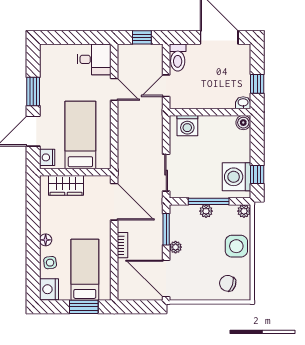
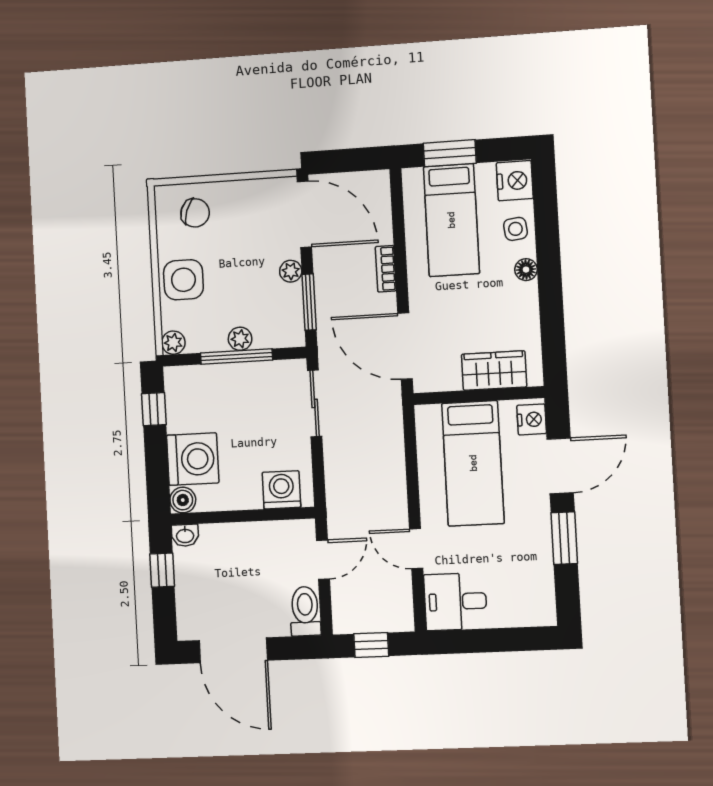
washing machine: (236, 177) -> (193, 459), moved

